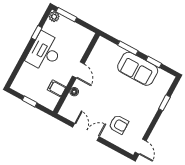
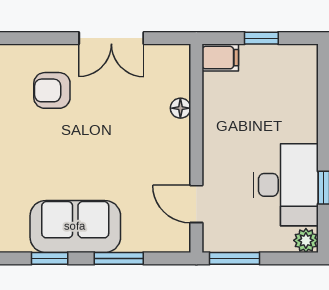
window: (66, 15) -> (235, 258), moved
desk: (45, 52) -> (286, 185), moved
door: (78, 70) -> (196, 204), moved
filing cabinet: (57, 88) -> (220, 58), moved

